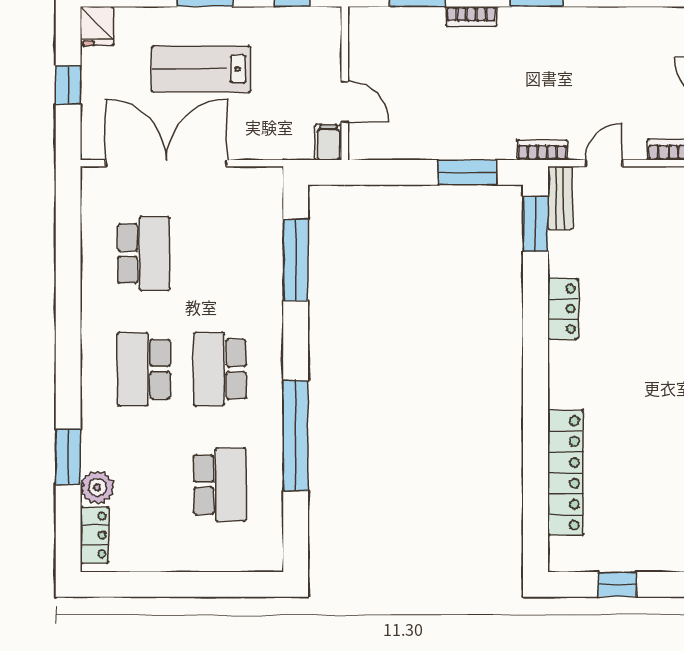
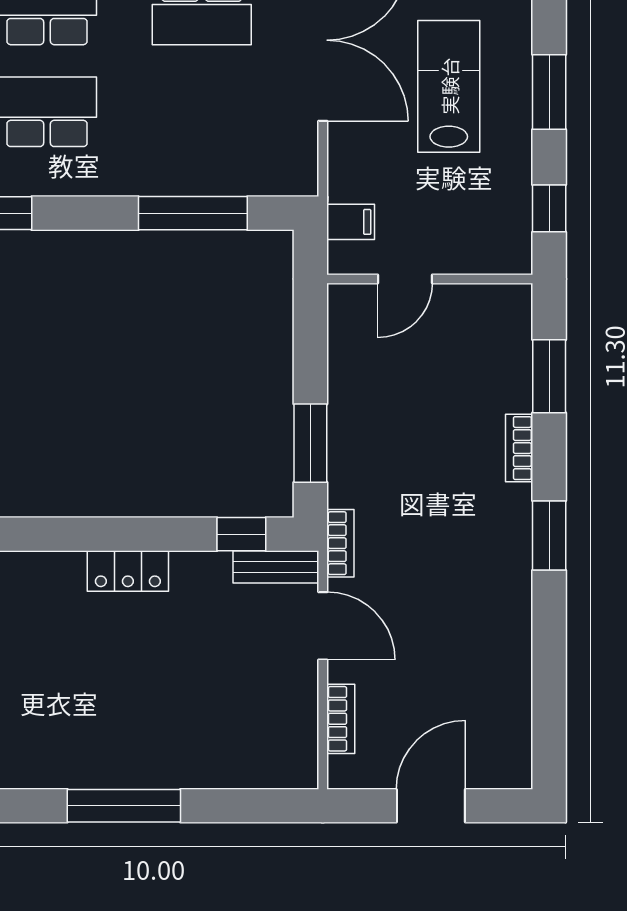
filing cabinet: (328, 142) -> (351, 222), moved
door: (604, 163) -> (323, 626), width x1.38
window: (535, 224) -> (241, 534), width x0.67

